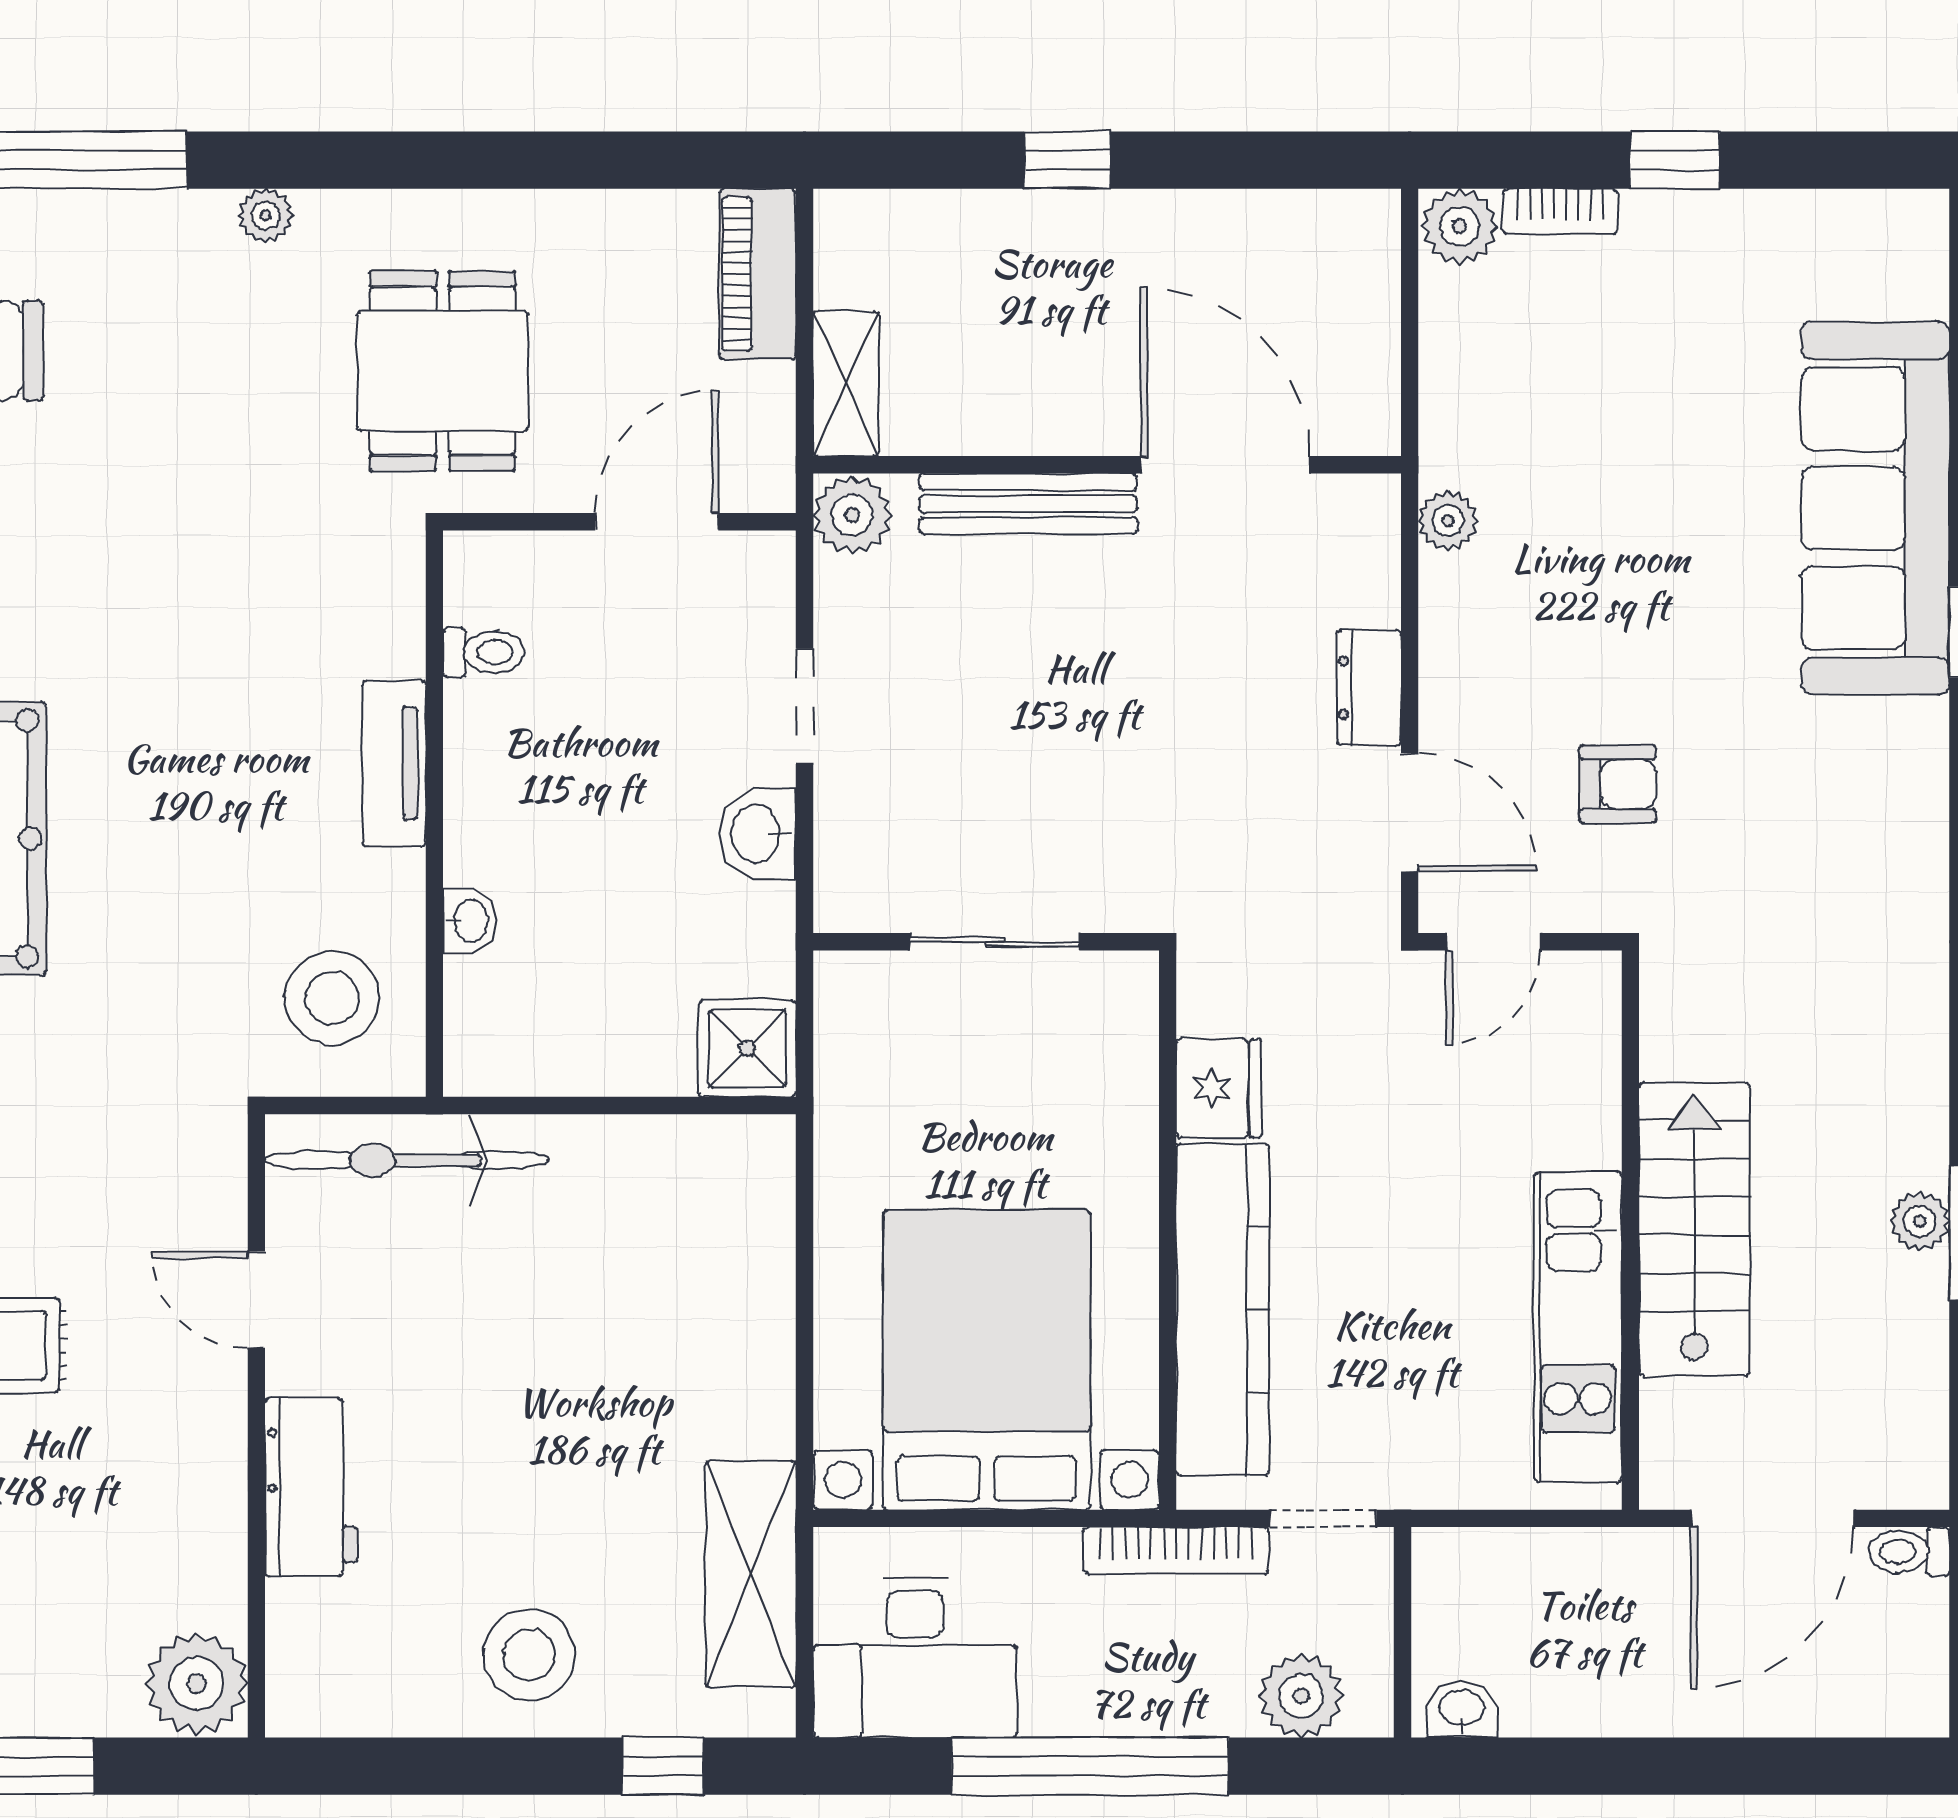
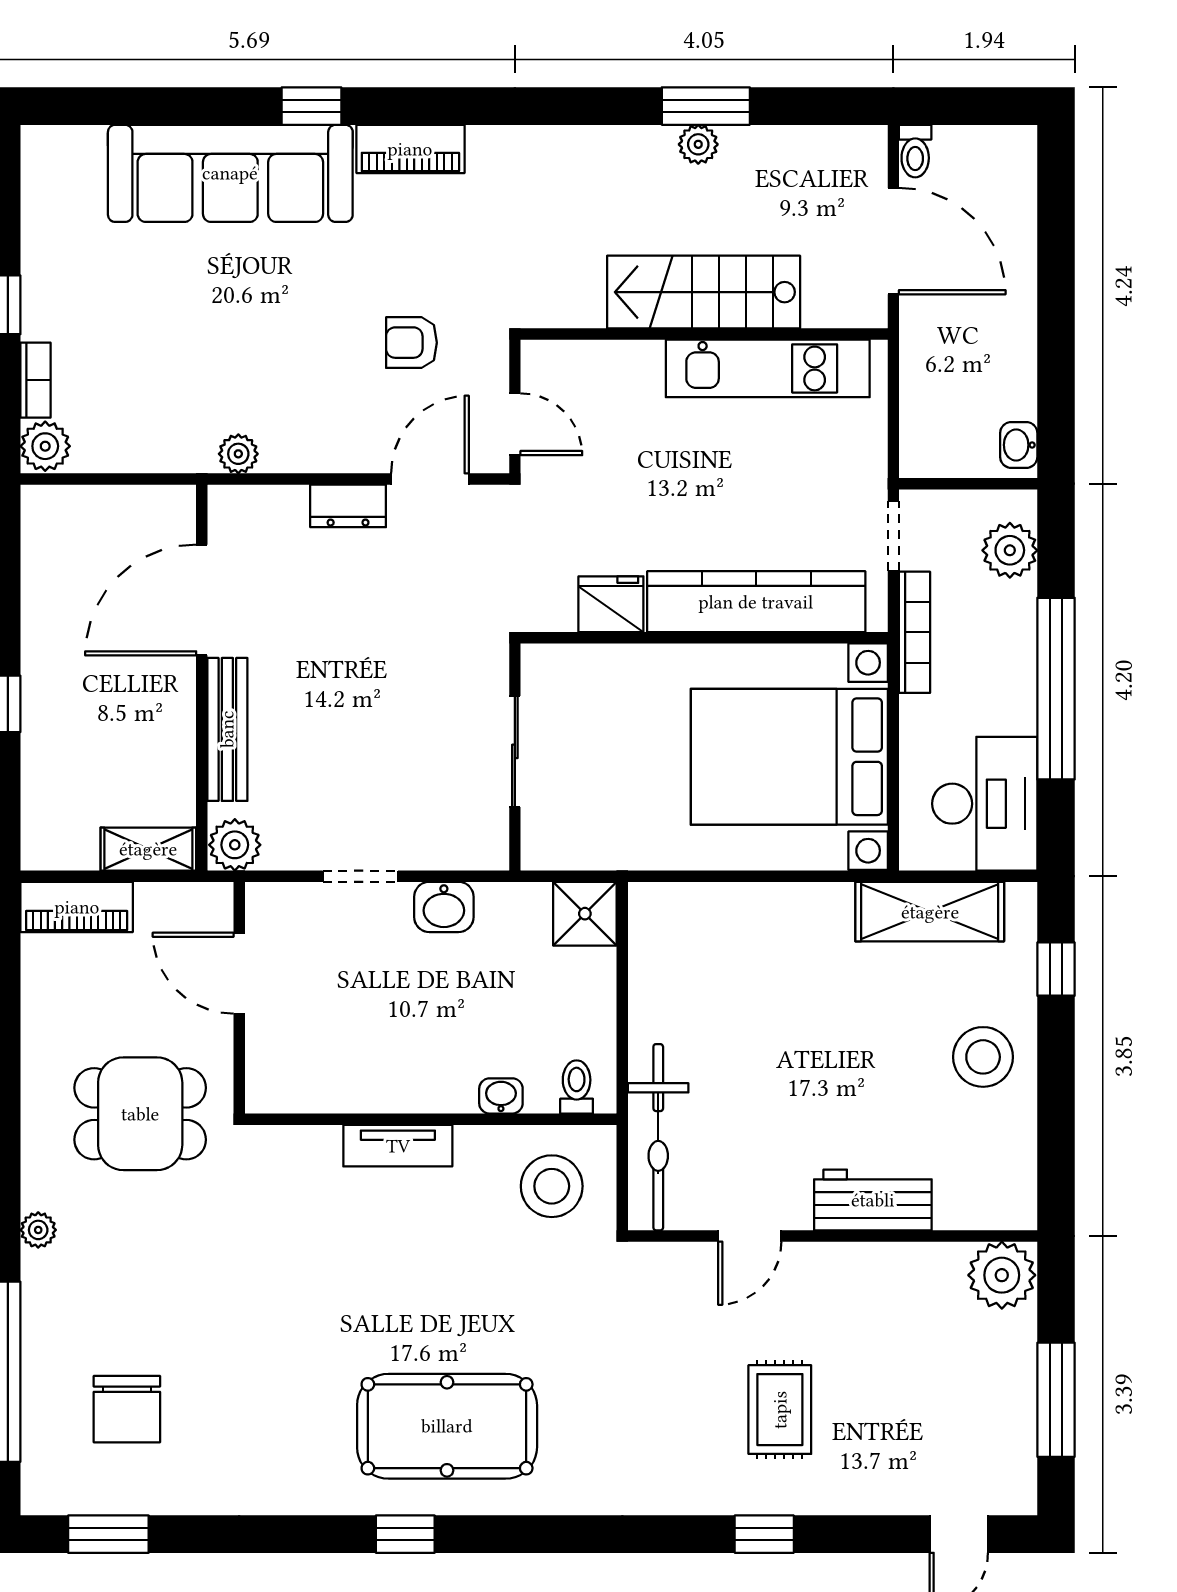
toilet: (483, 652) -> (577, 1087), moved
piano: (1913, 783) -> (410, 149), added
armchair: (1618, 784) -> (411, 343), turned -90

